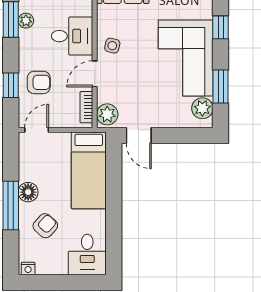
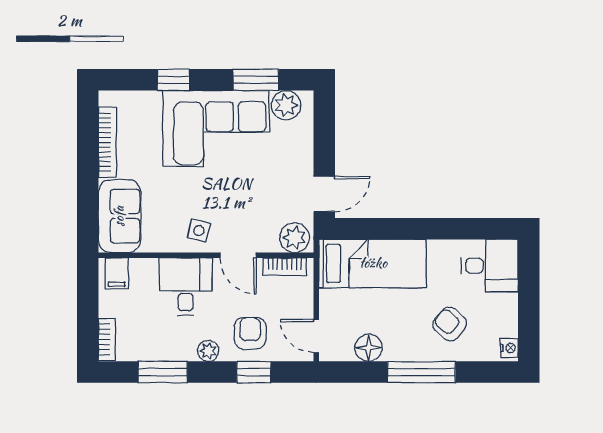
plant: (26, 21) -> (208, 351), moved
floor lamp: (28, 192) -> (369, 348), moved

